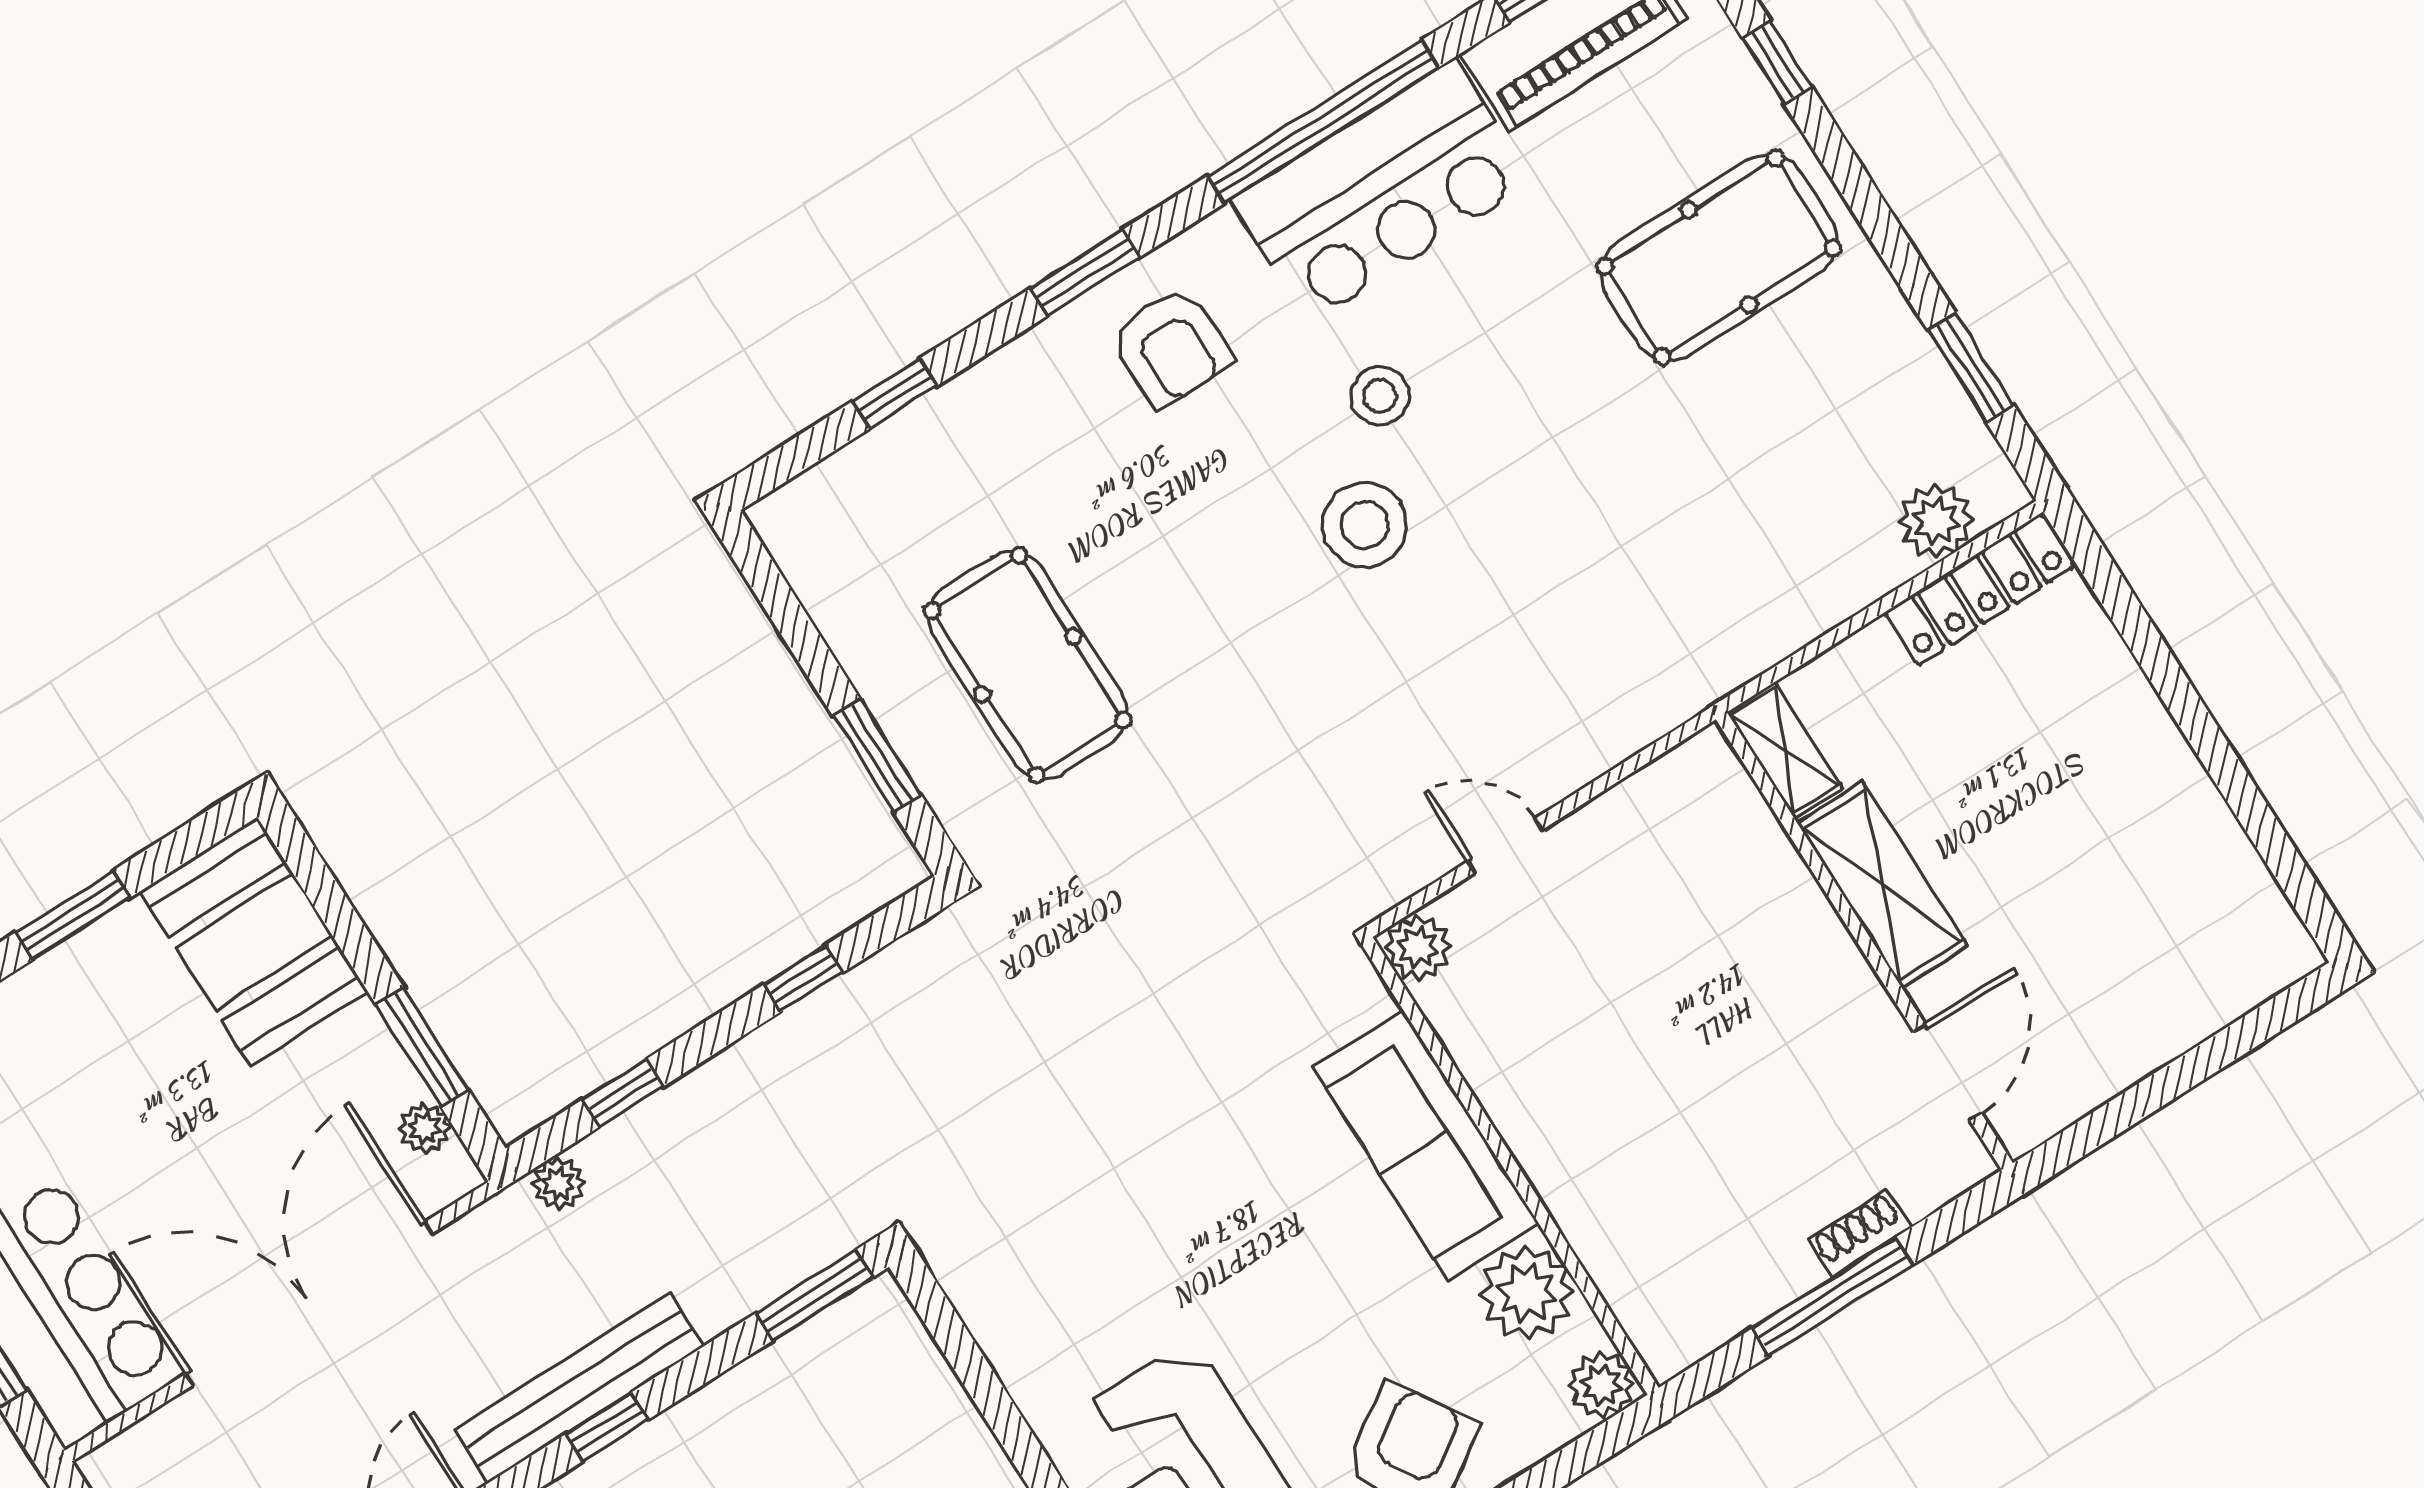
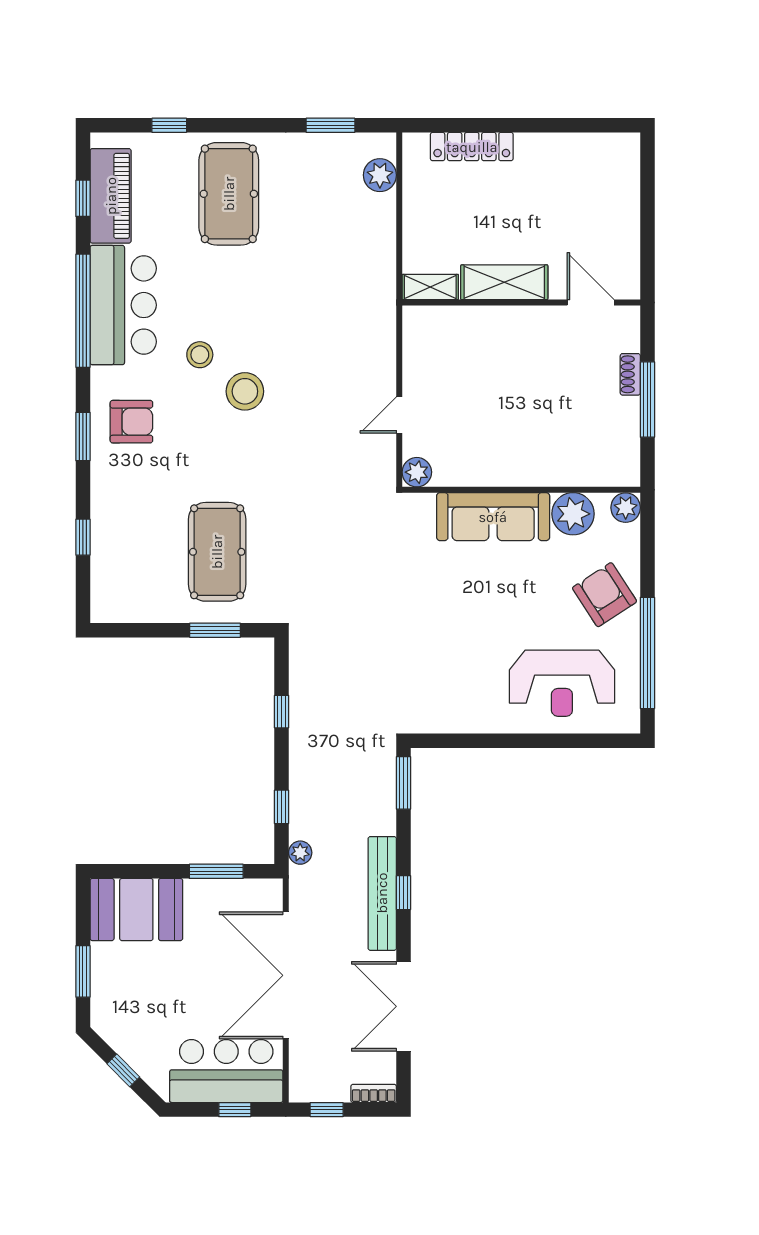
locker: (1979, 590) -> (472, 147), moved, turned 90
pool table: (1028, 665) -> (217, 552), turned 90
plant: (425, 1128) -> (247, 890), removed

